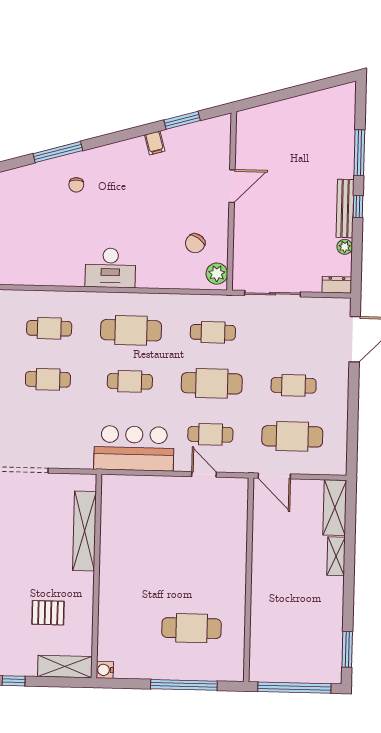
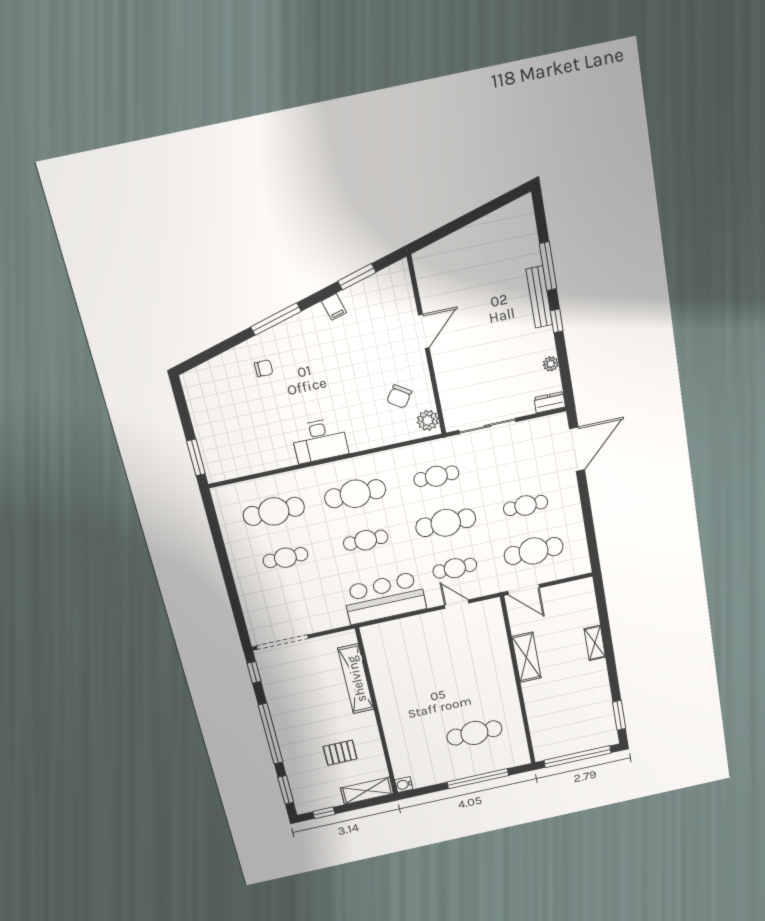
window: (58, 152) -> (276, 319), moved
chair: (76, 185) -> (264, 368), turned -90
bench: (345, 208) -> (539, 297), moved
cafe table: (49, 328) -> (274, 511), width x1.37, depth x1.35
shelving: (335, 508) -> (526, 657), moved

